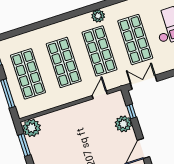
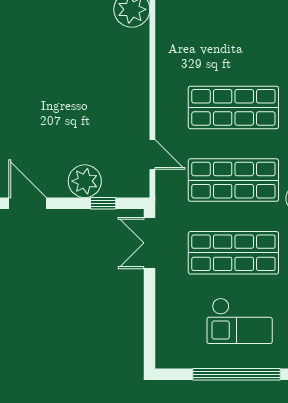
shop shelf: (28, 74) -> (233, 35), removed
double door: (144, 82) -> (149, 243), swing flipped

